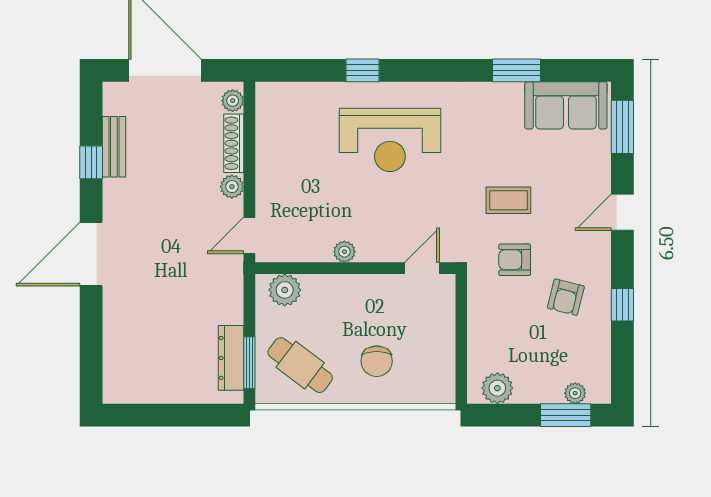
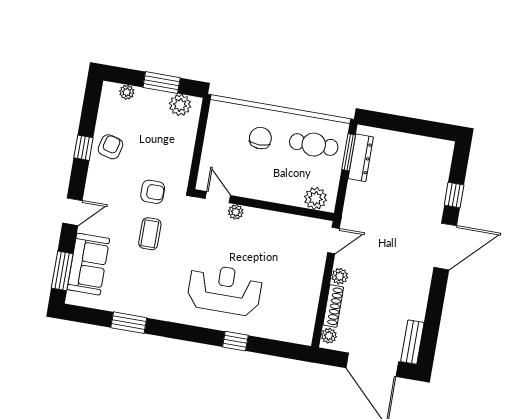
sofa: (566, 105) -> (88, 264), moved, turned 90
bench: (114, 147) -> (412, 342), moved
window: (91, 162) -> (454, 195), moved
coffee table: (508, 200) -> (150, 234), turned 90
plant: (344, 252) -> (236, 212), moved
door: (422, 268) -> (218, 197), swing flipped
armchair: (566, 297) -> (110, 147), moved
cafe table: (300, 365) -> (314, 145), turned -37
window: (566, 415) -> (162, 83), moved

